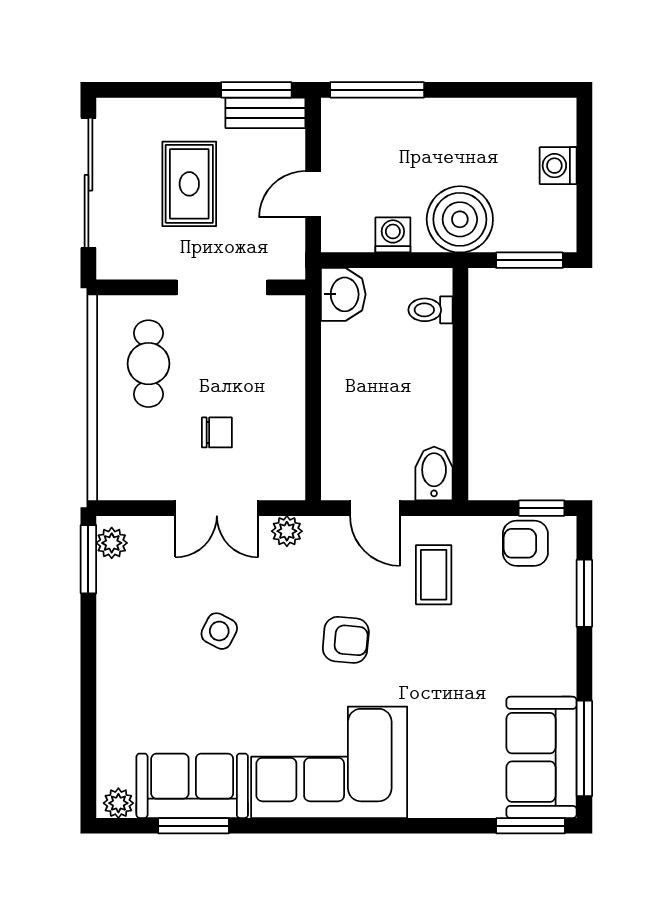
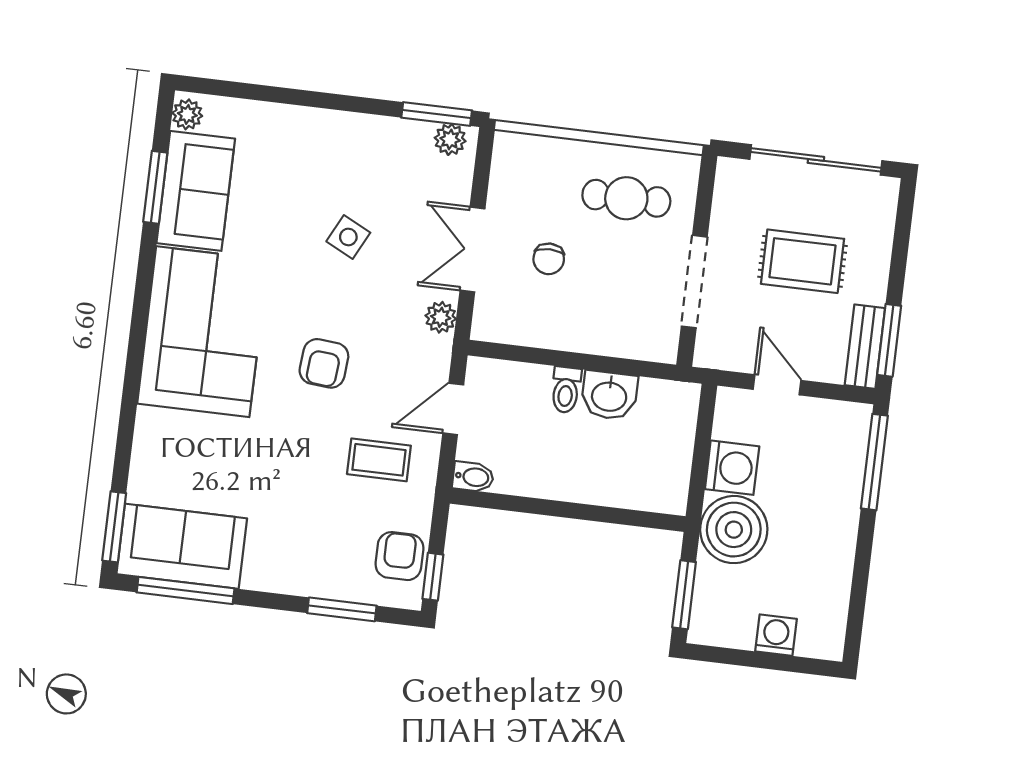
washing machine: (393, 235) -> (732, 468), width x1.38, depth x1.38
washbasin: (343, 294) -> (609, 395), moved
toilet: (431, 310) -> (566, 390), moved, turned 180
bidet: (434, 473) -> (473, 477), width x0.72, depth x0.74

